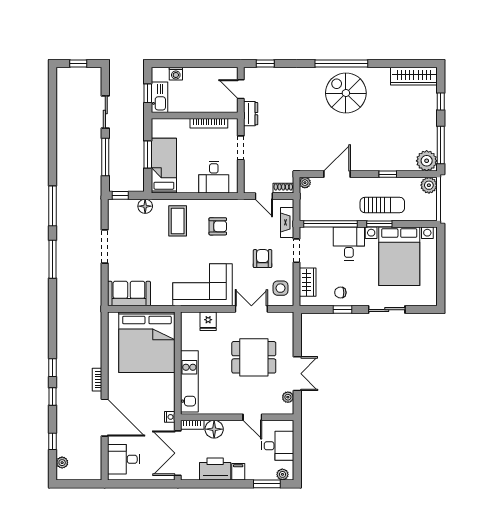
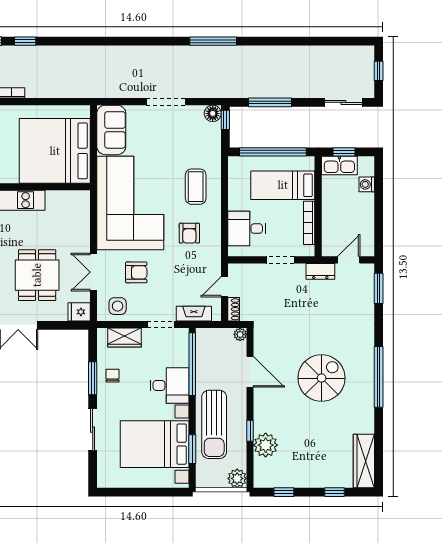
window: (265, 64) -> (379, 288), width x1.50
spiral stairs: (346, 93) -> (322, 378), moved
sliding door: (105, 112) -> (343, 102), moved
window: (441, 145) -> (284, 492), width x0.46
window: (148, 154) -> (273, 152), width x2.11
plant: (427, 161) -> (266, 445), moved
bed: (164, 166) -> (283, 185), moved, turned 180
sun lounger: (382, 205) -> (214, 424), width x1.36, depth x1.34
floor lamp: (145, 206) -> (213, 113), moved
coffee table: (178, 221) -> (196, 187), turned 90
window: (379, 224) -> (192, 449), moved
window: (53, 259) -> (151, 41), removed
armchair: (263, 259) -> (136, 272), moved
corner sofa: (203, 285) -> (130, 203), width x1.36, depth x1.36
double door: (251, 309) -> (93, 272), swing flipped
window: (343, 310) -> (93, 378), width x1.50
fridge: (208, 321) -> (79, 312), moved

